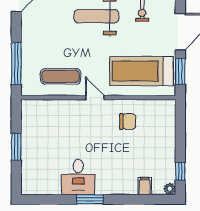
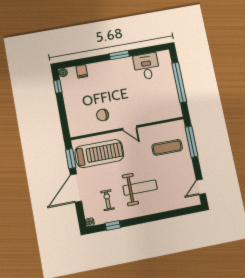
exercise mat: (61, 76) -> (167, 147), moved
window: (16, 147) -> (179, 82), width x2.11
desk: (78, 177) -> (147, 66), moved

